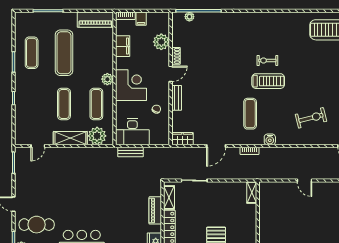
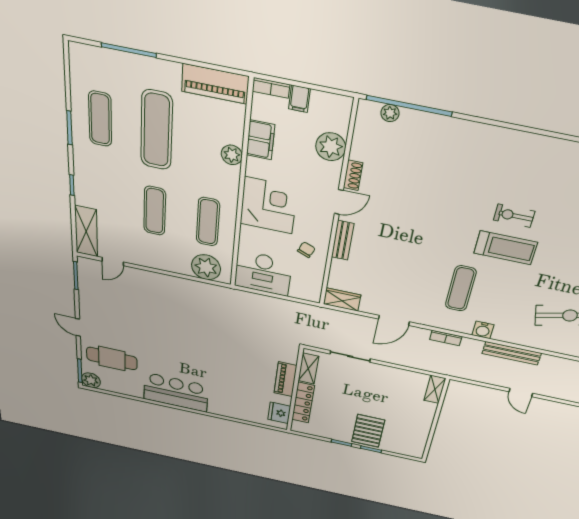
plant: (107, 79) -> (232, 155), moved
shelving: (70, 138) -> (86, 231), moved, turned 90
bench: (131, 152) -> (512, 353), moved, width x1.36

